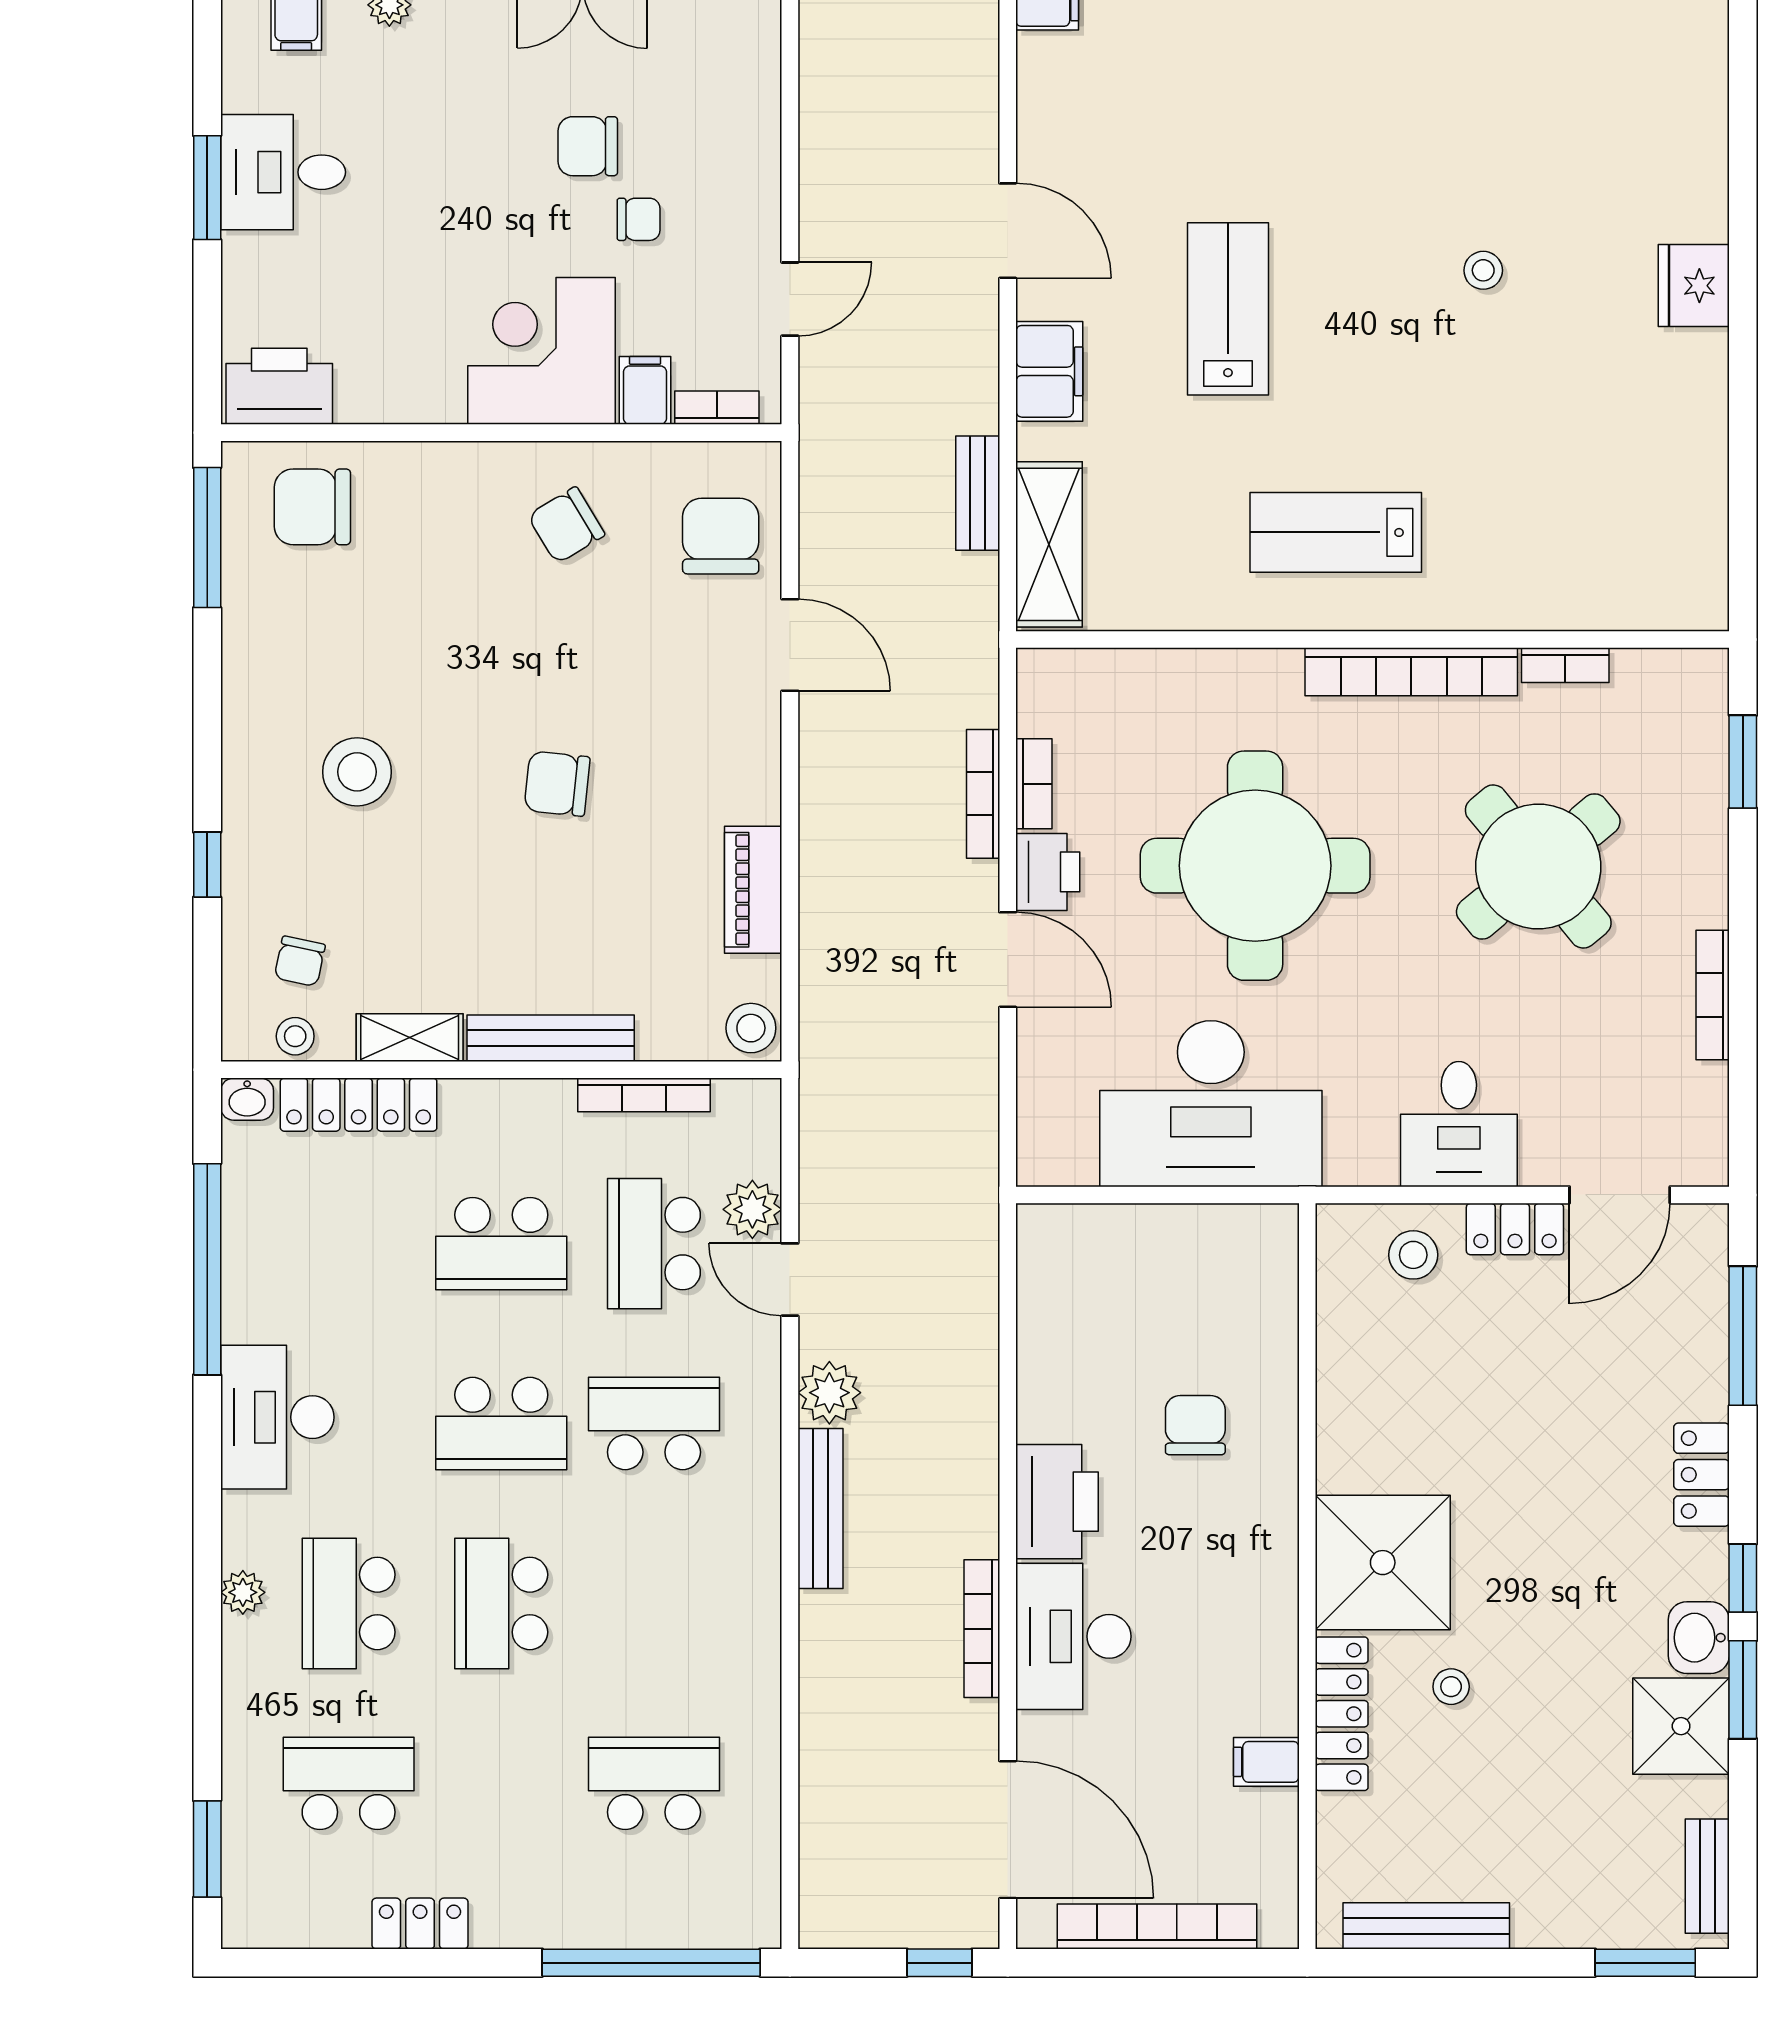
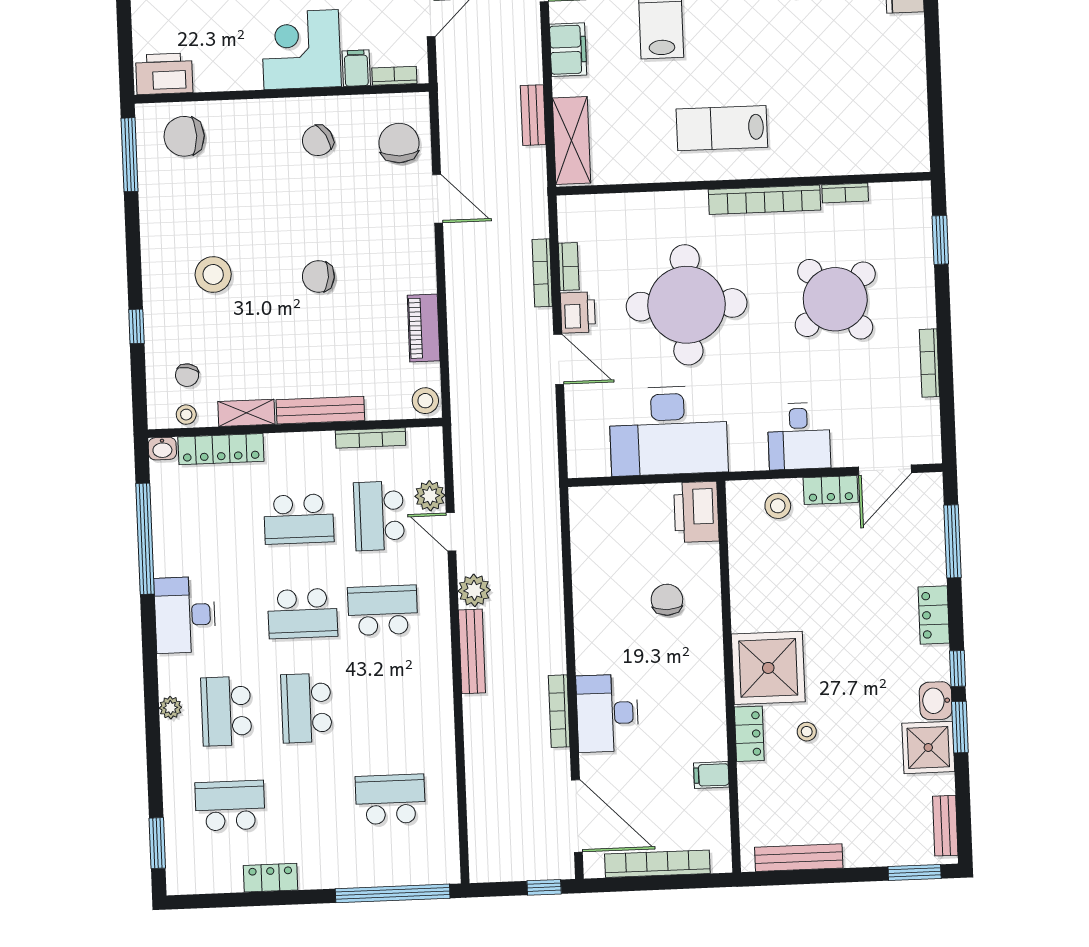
printer: (1057, 1502) -> (696, 512), moved, turned 180
locker: (1342, 1714) -> (749, 734), width x0.66

